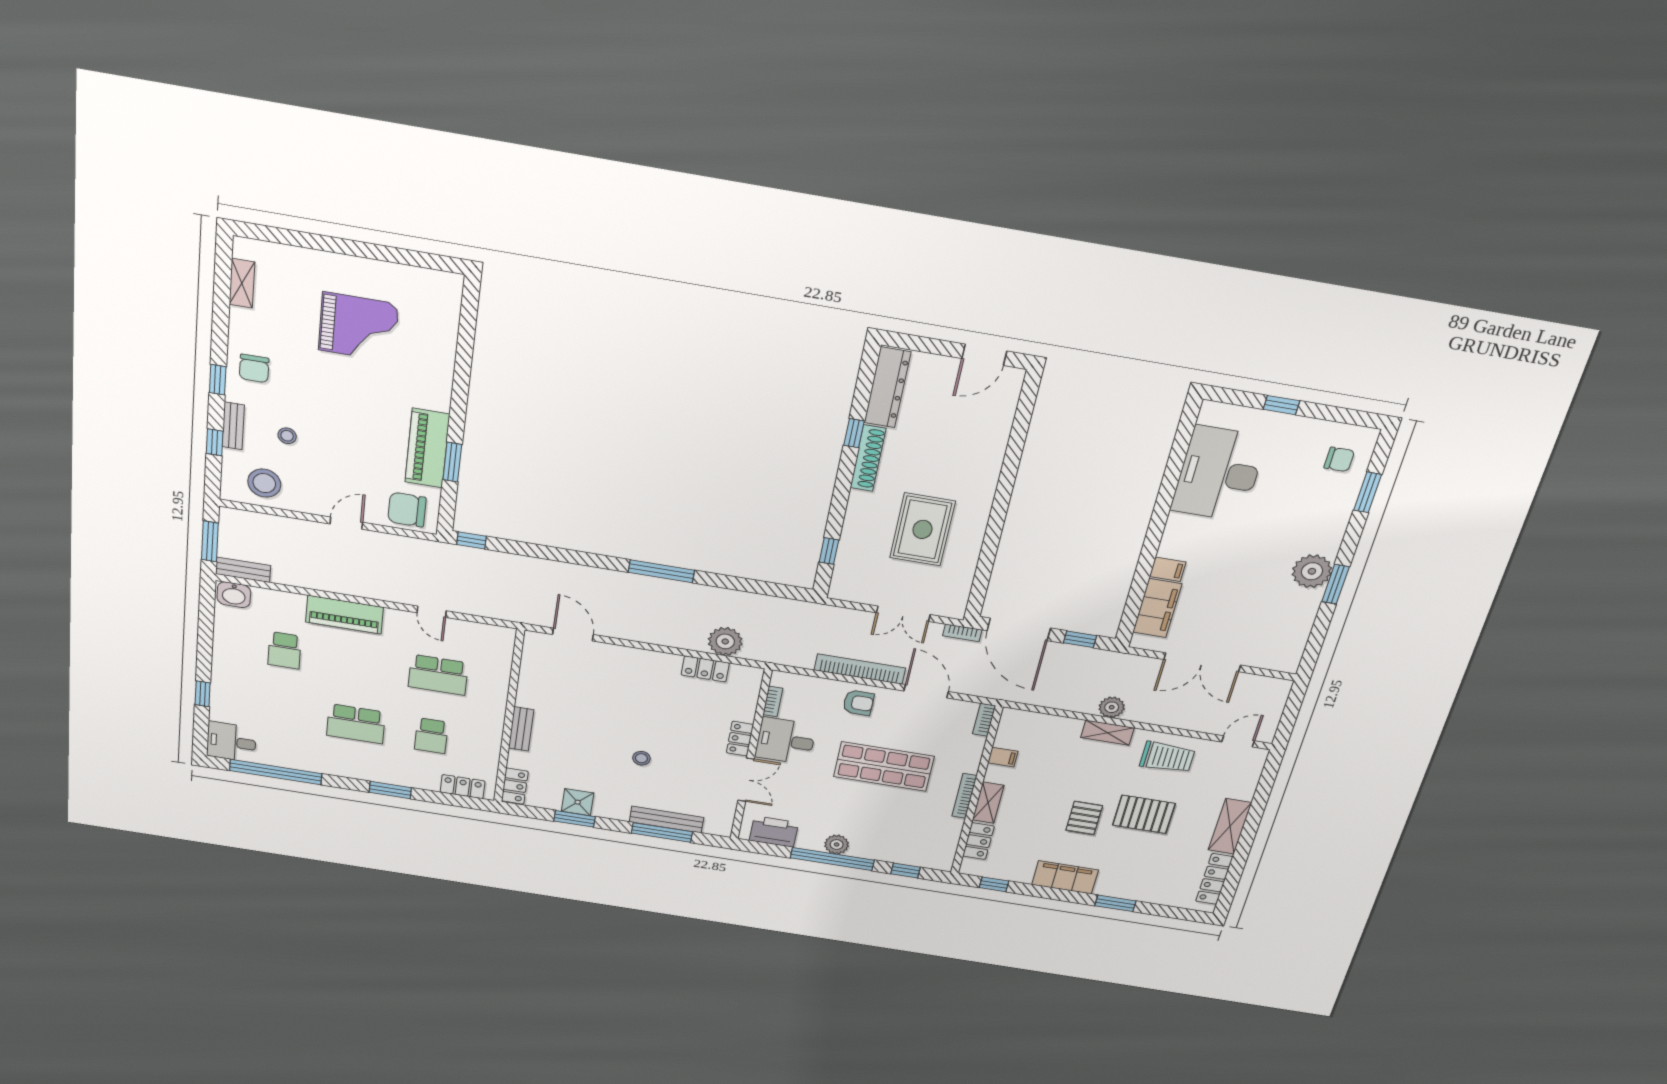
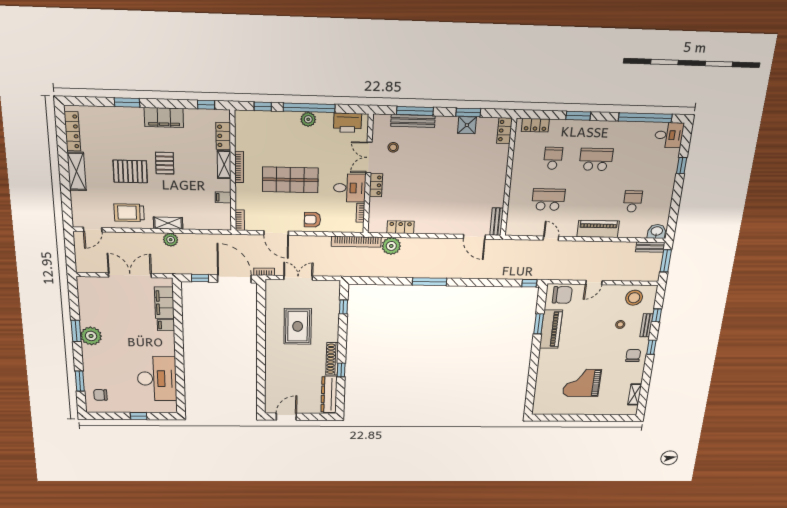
bookcase: (860, 669) -> (356, 242), moved
bench: (521, 729) -> (497, 222), moved
stool: (641, 758) -> (393, 147), moved

